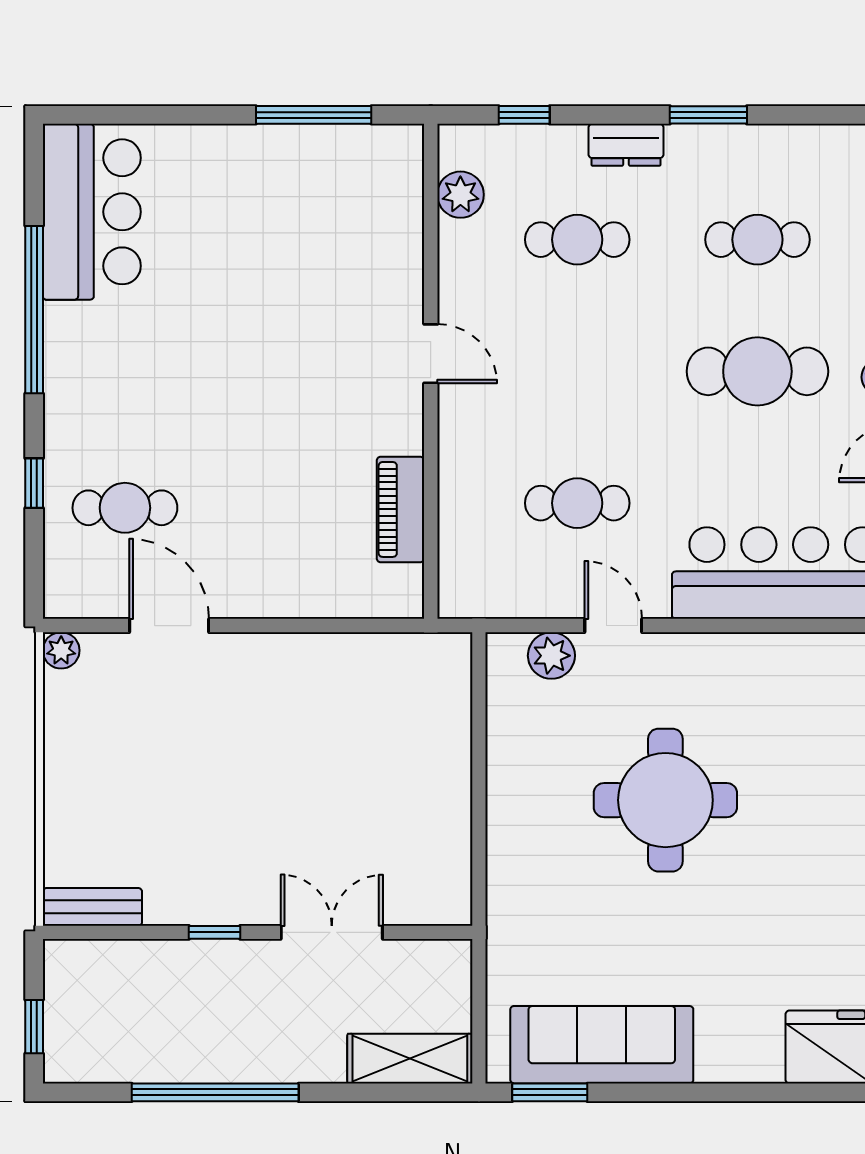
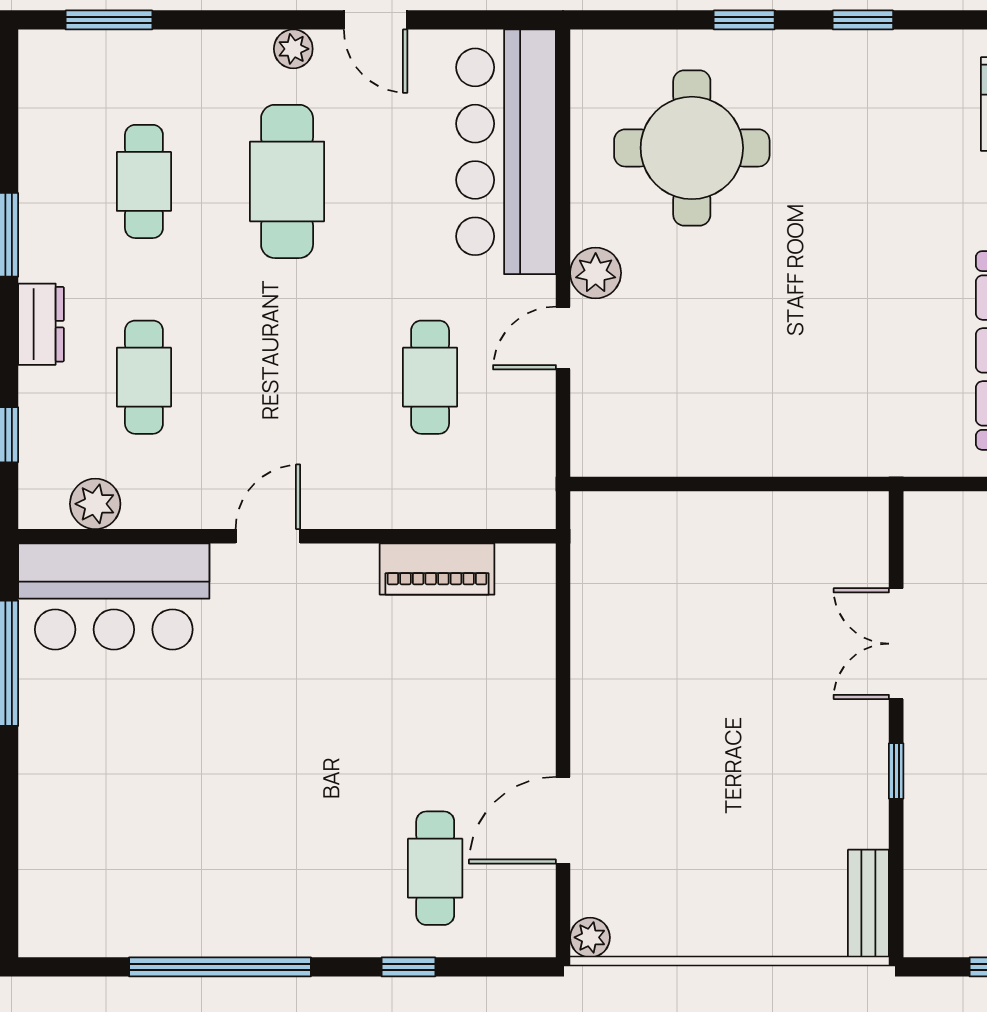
bar counter: (92, 212) -> (114, 597), moved, turned 180
plant: (551, 656) -> (596, 273), moved
round table: (665, 800) -> (692, 148), moved

